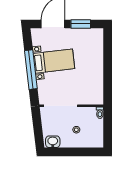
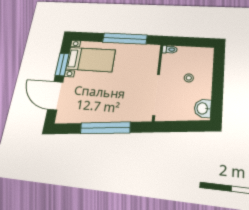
bed with nightstands: (54, 61) -> (91, 60), moved, turned 97
window: (108, 74) -> (125, 39), added

